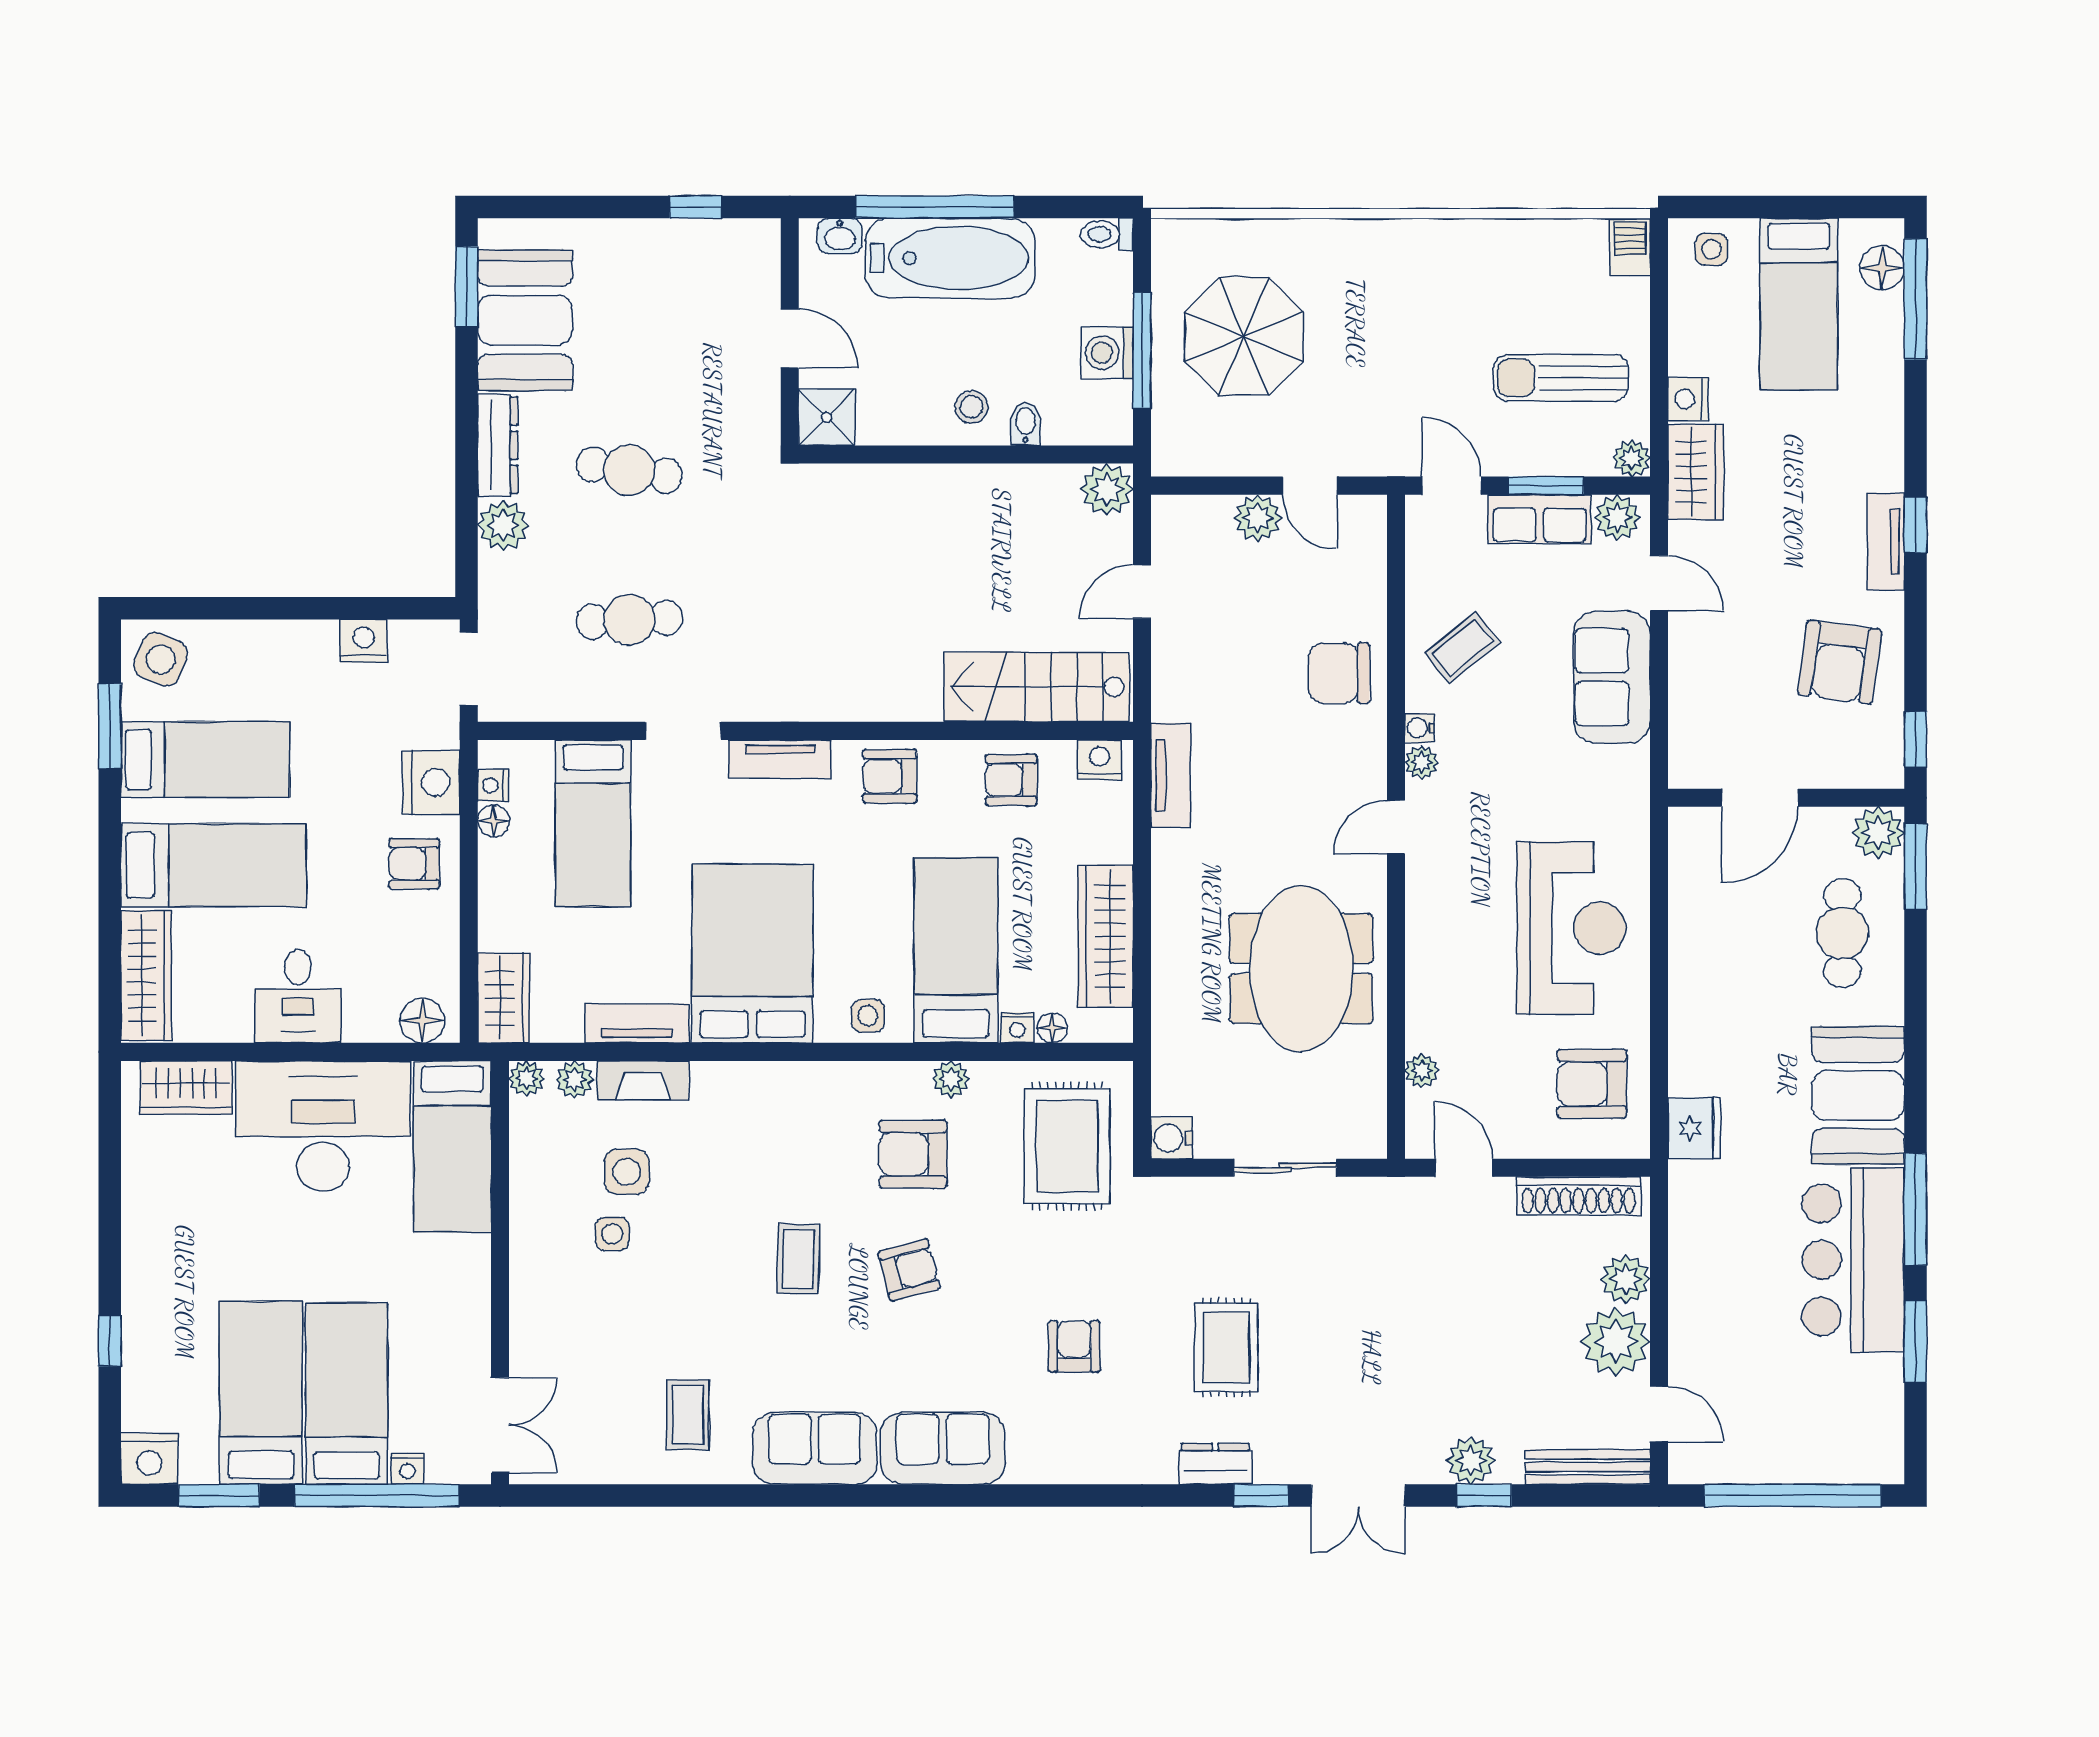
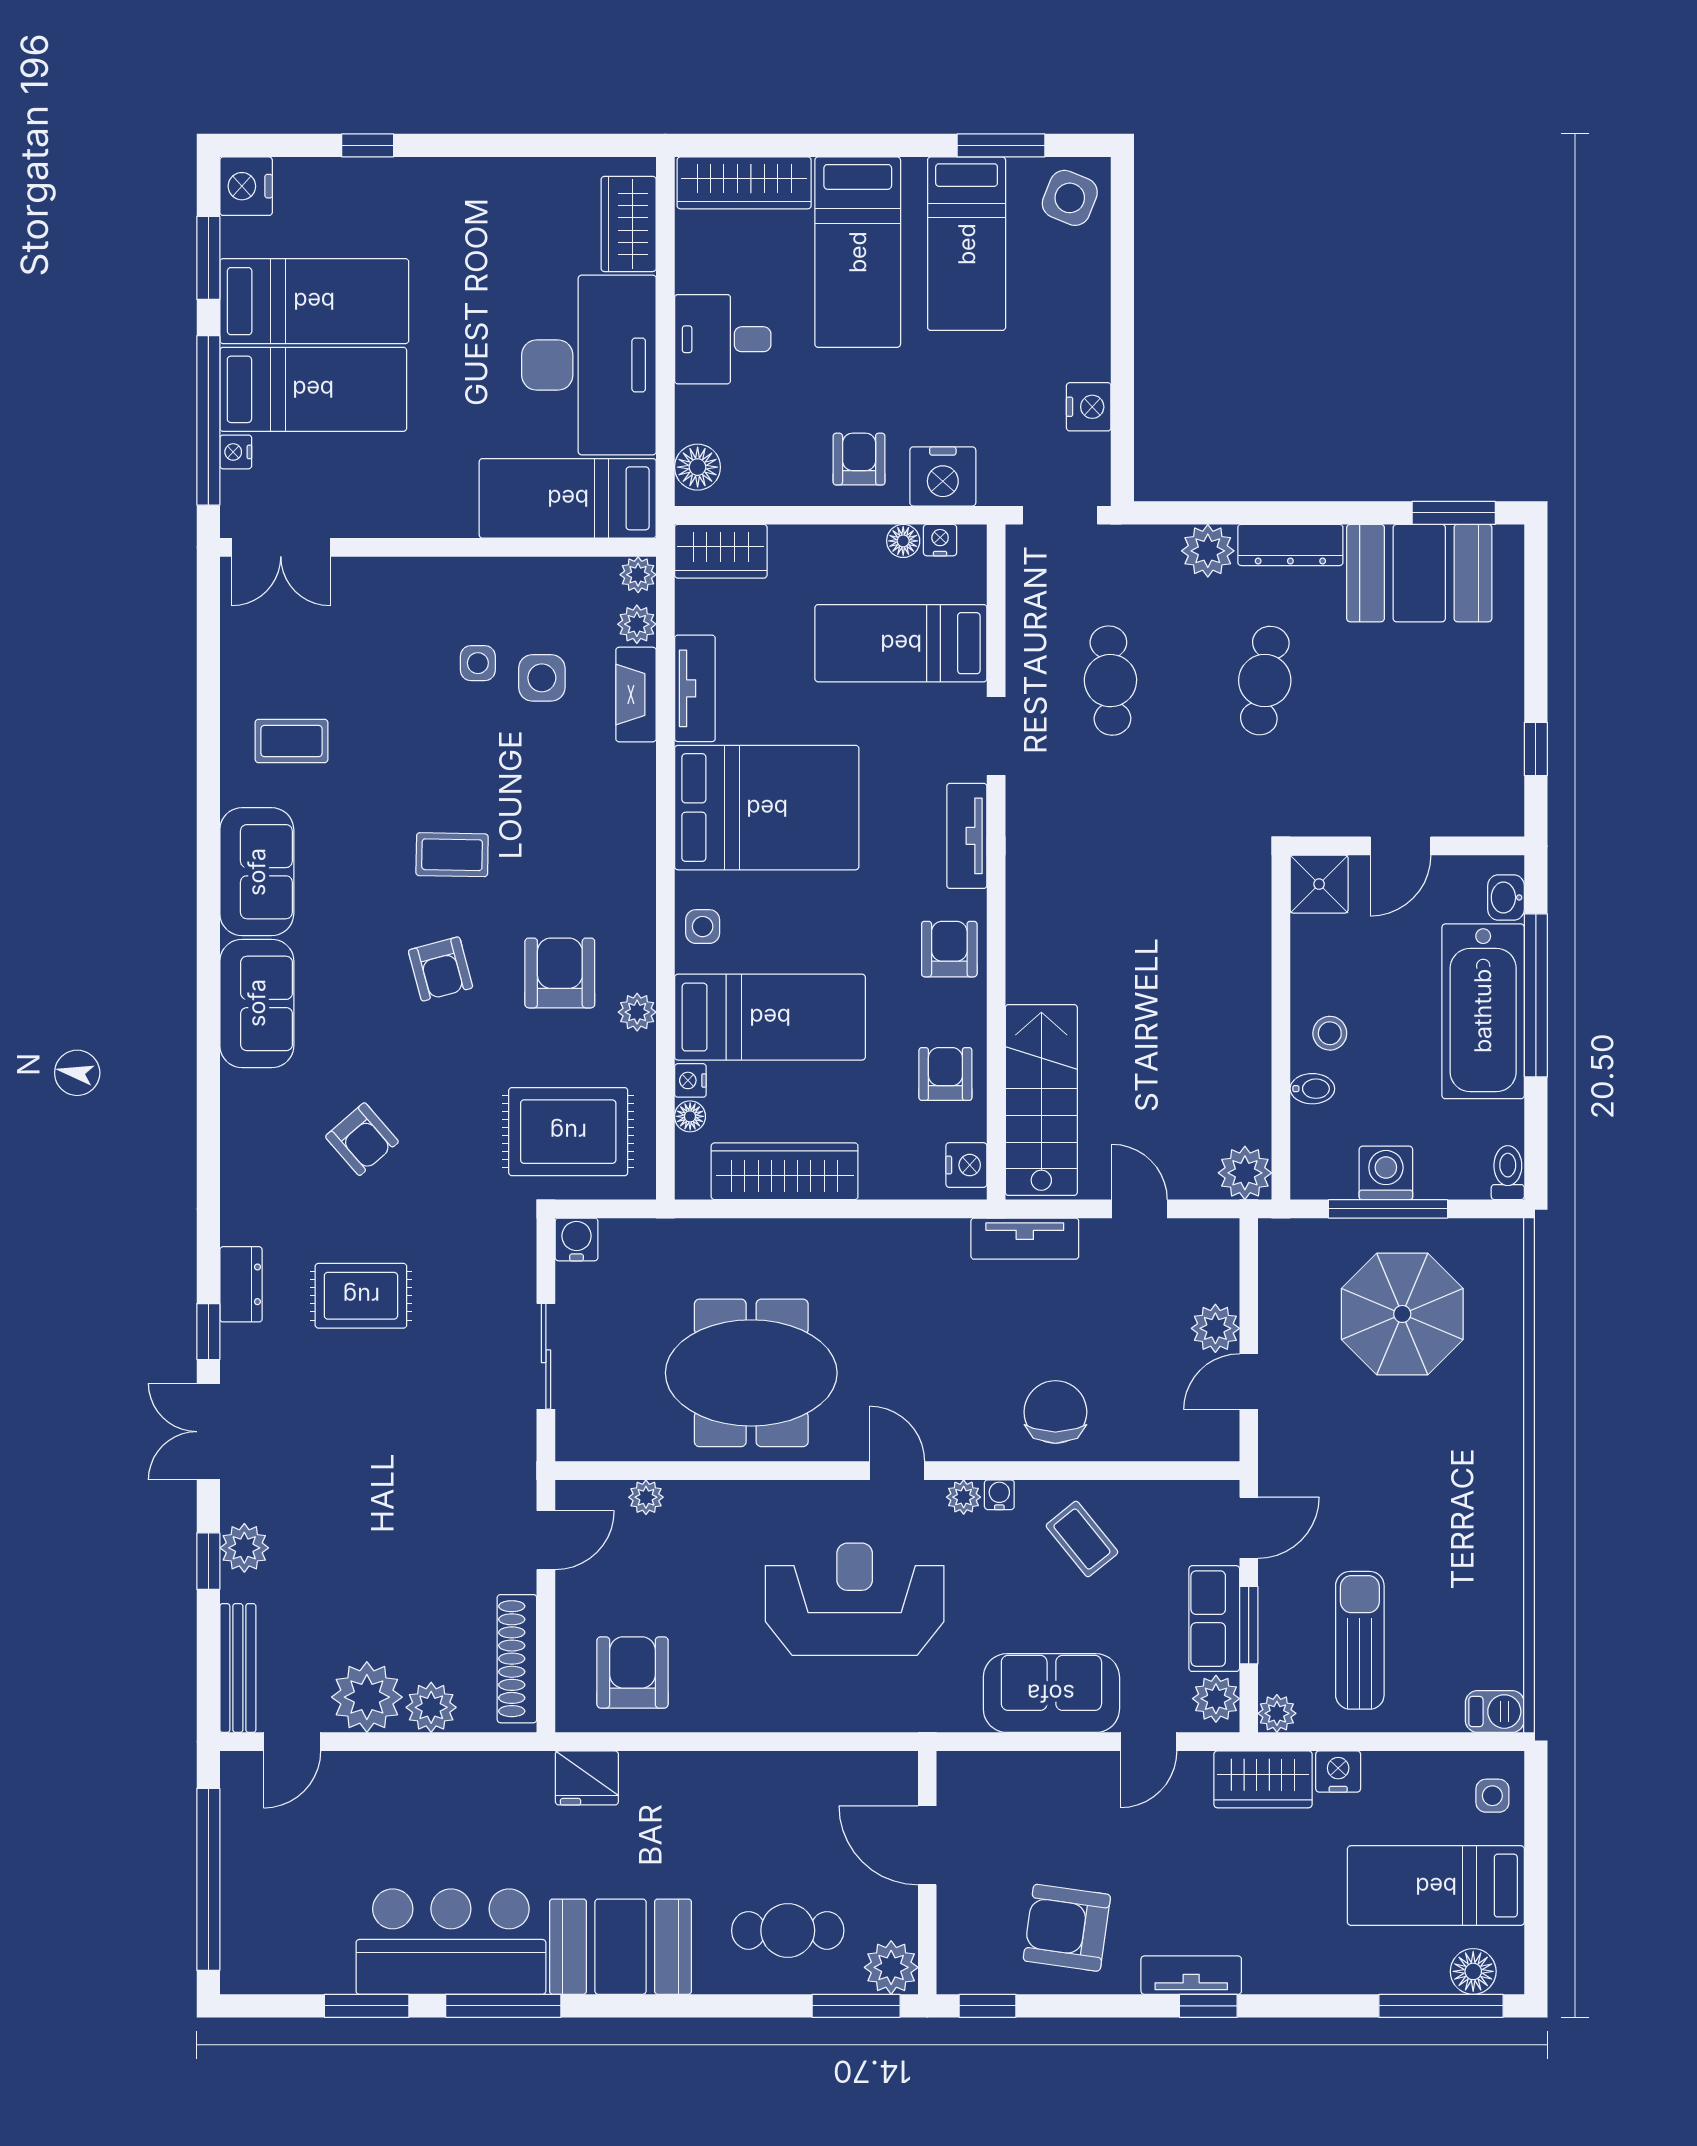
tv unit: (1171, 775) -> (1025, 1239), moved
reception desk: (1572, 928) -> (855, 1599), moved, turned 180
armchair: (1074, 1346) -> (362, 1139), turned 49

